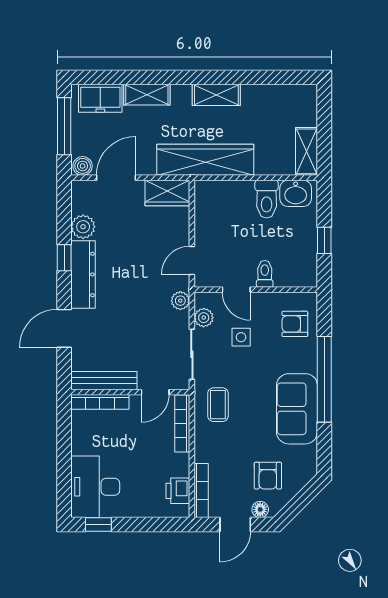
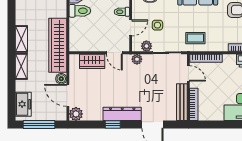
shelving: (147, 95) -> (21, 66), moved
boiler: (83, 166) -> (61, 79), moved
wardrobe: (167, 193) -> (92, 61), moved, turned 90
plant: (83, 227) -> (76, 114), moved

